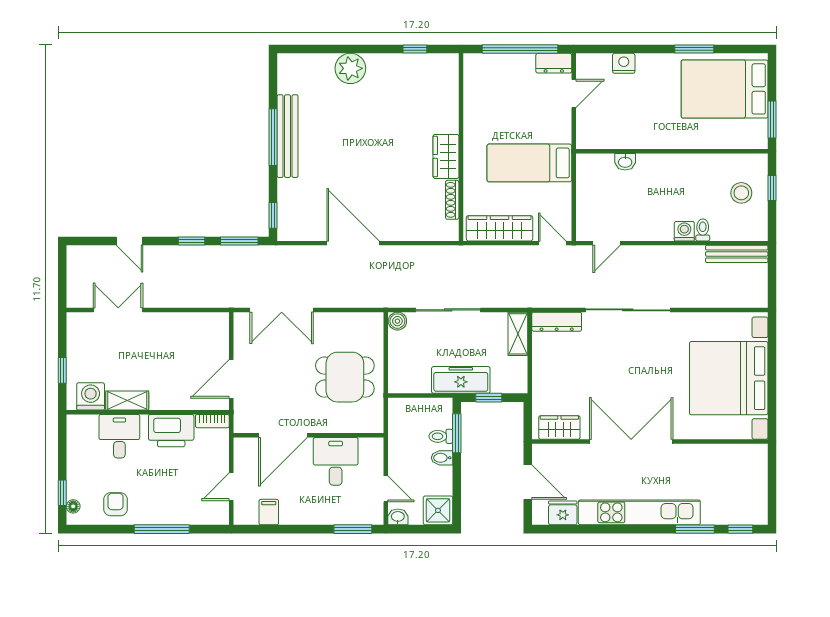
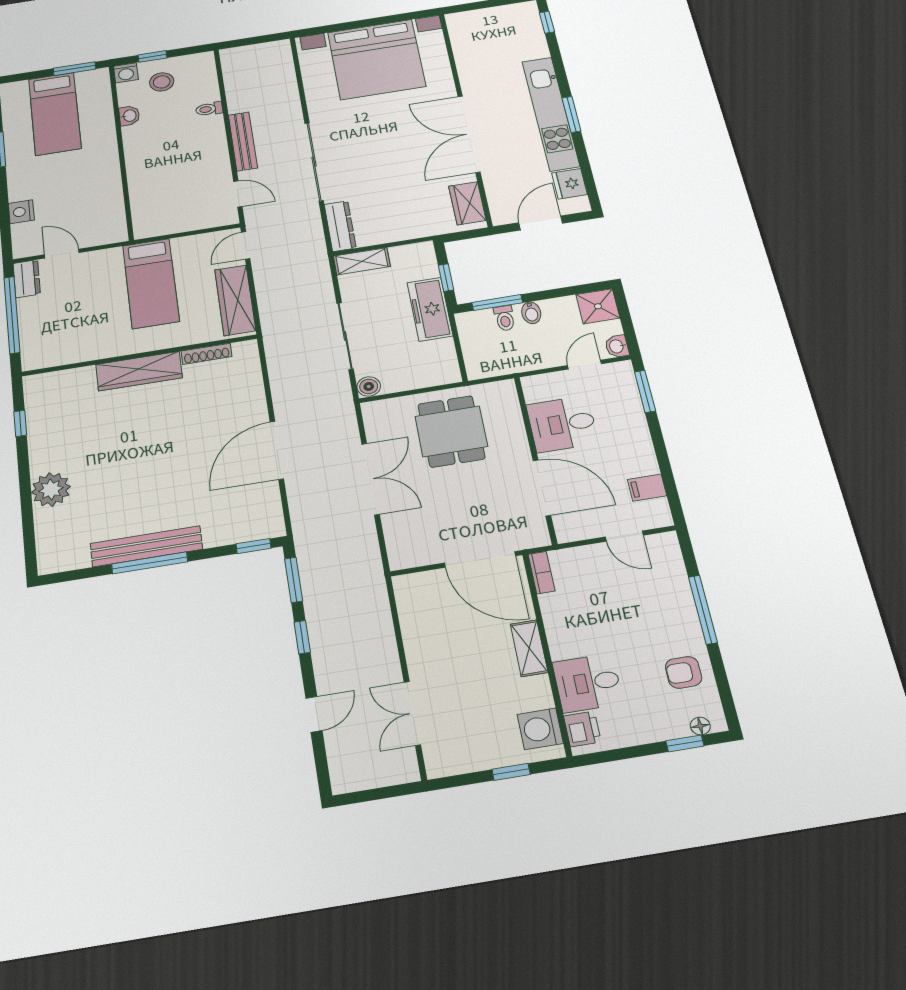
bed: (725, 89) -> (55, 114), width x0.67
wardrobe: (446, 156) -> (139, 371), width x1.50
washbasin: (625, 162) -> (129, 116), moved
washing machine: (684, 231) -> (126, 73), moved, turned -90
bench: (737, 254) -> (243, 141), moved
double door: (282, 310) -> (371, 479), moved
door: (231, 379) -> (480, 559), width x1.36
shelving: (127, 401) -> (529, 648), moved
printer: (171, 431) -> (582, 729), moved, width x0.53, depth x0.68
window: (695, 529) -> (571, 114), moved

